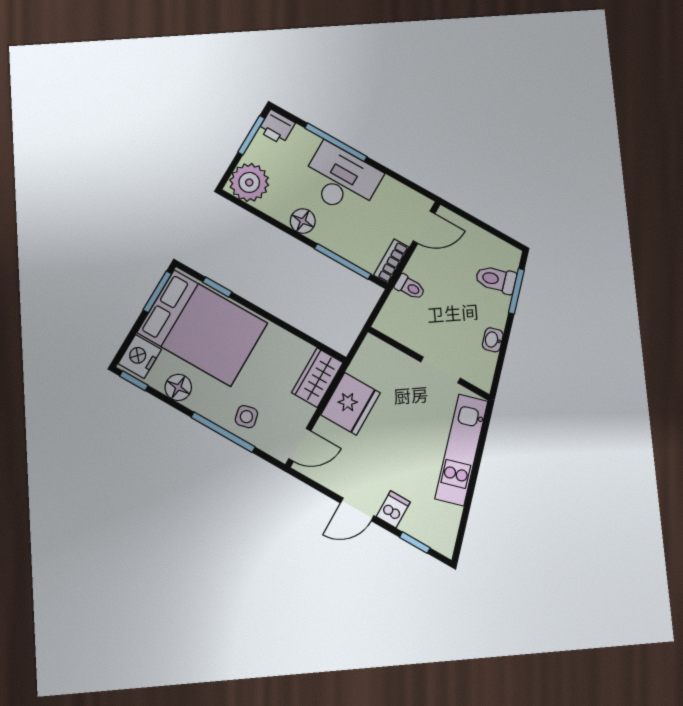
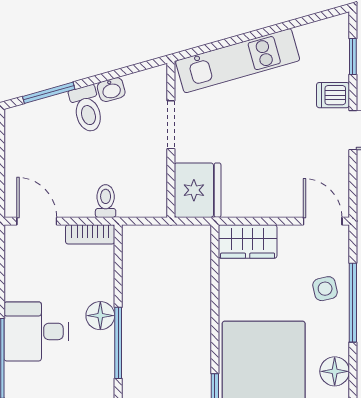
desk: (341, 180) -> (36, 331), width x0.73
floor lamp: (303, 221) -> (100, 316), moved
window: (343, 261) -> (118, 343), moved
toilet: (496, 279) -> (87, 109), moved
fridge: (351, 404) -> (198, 190), moved, turned 90

